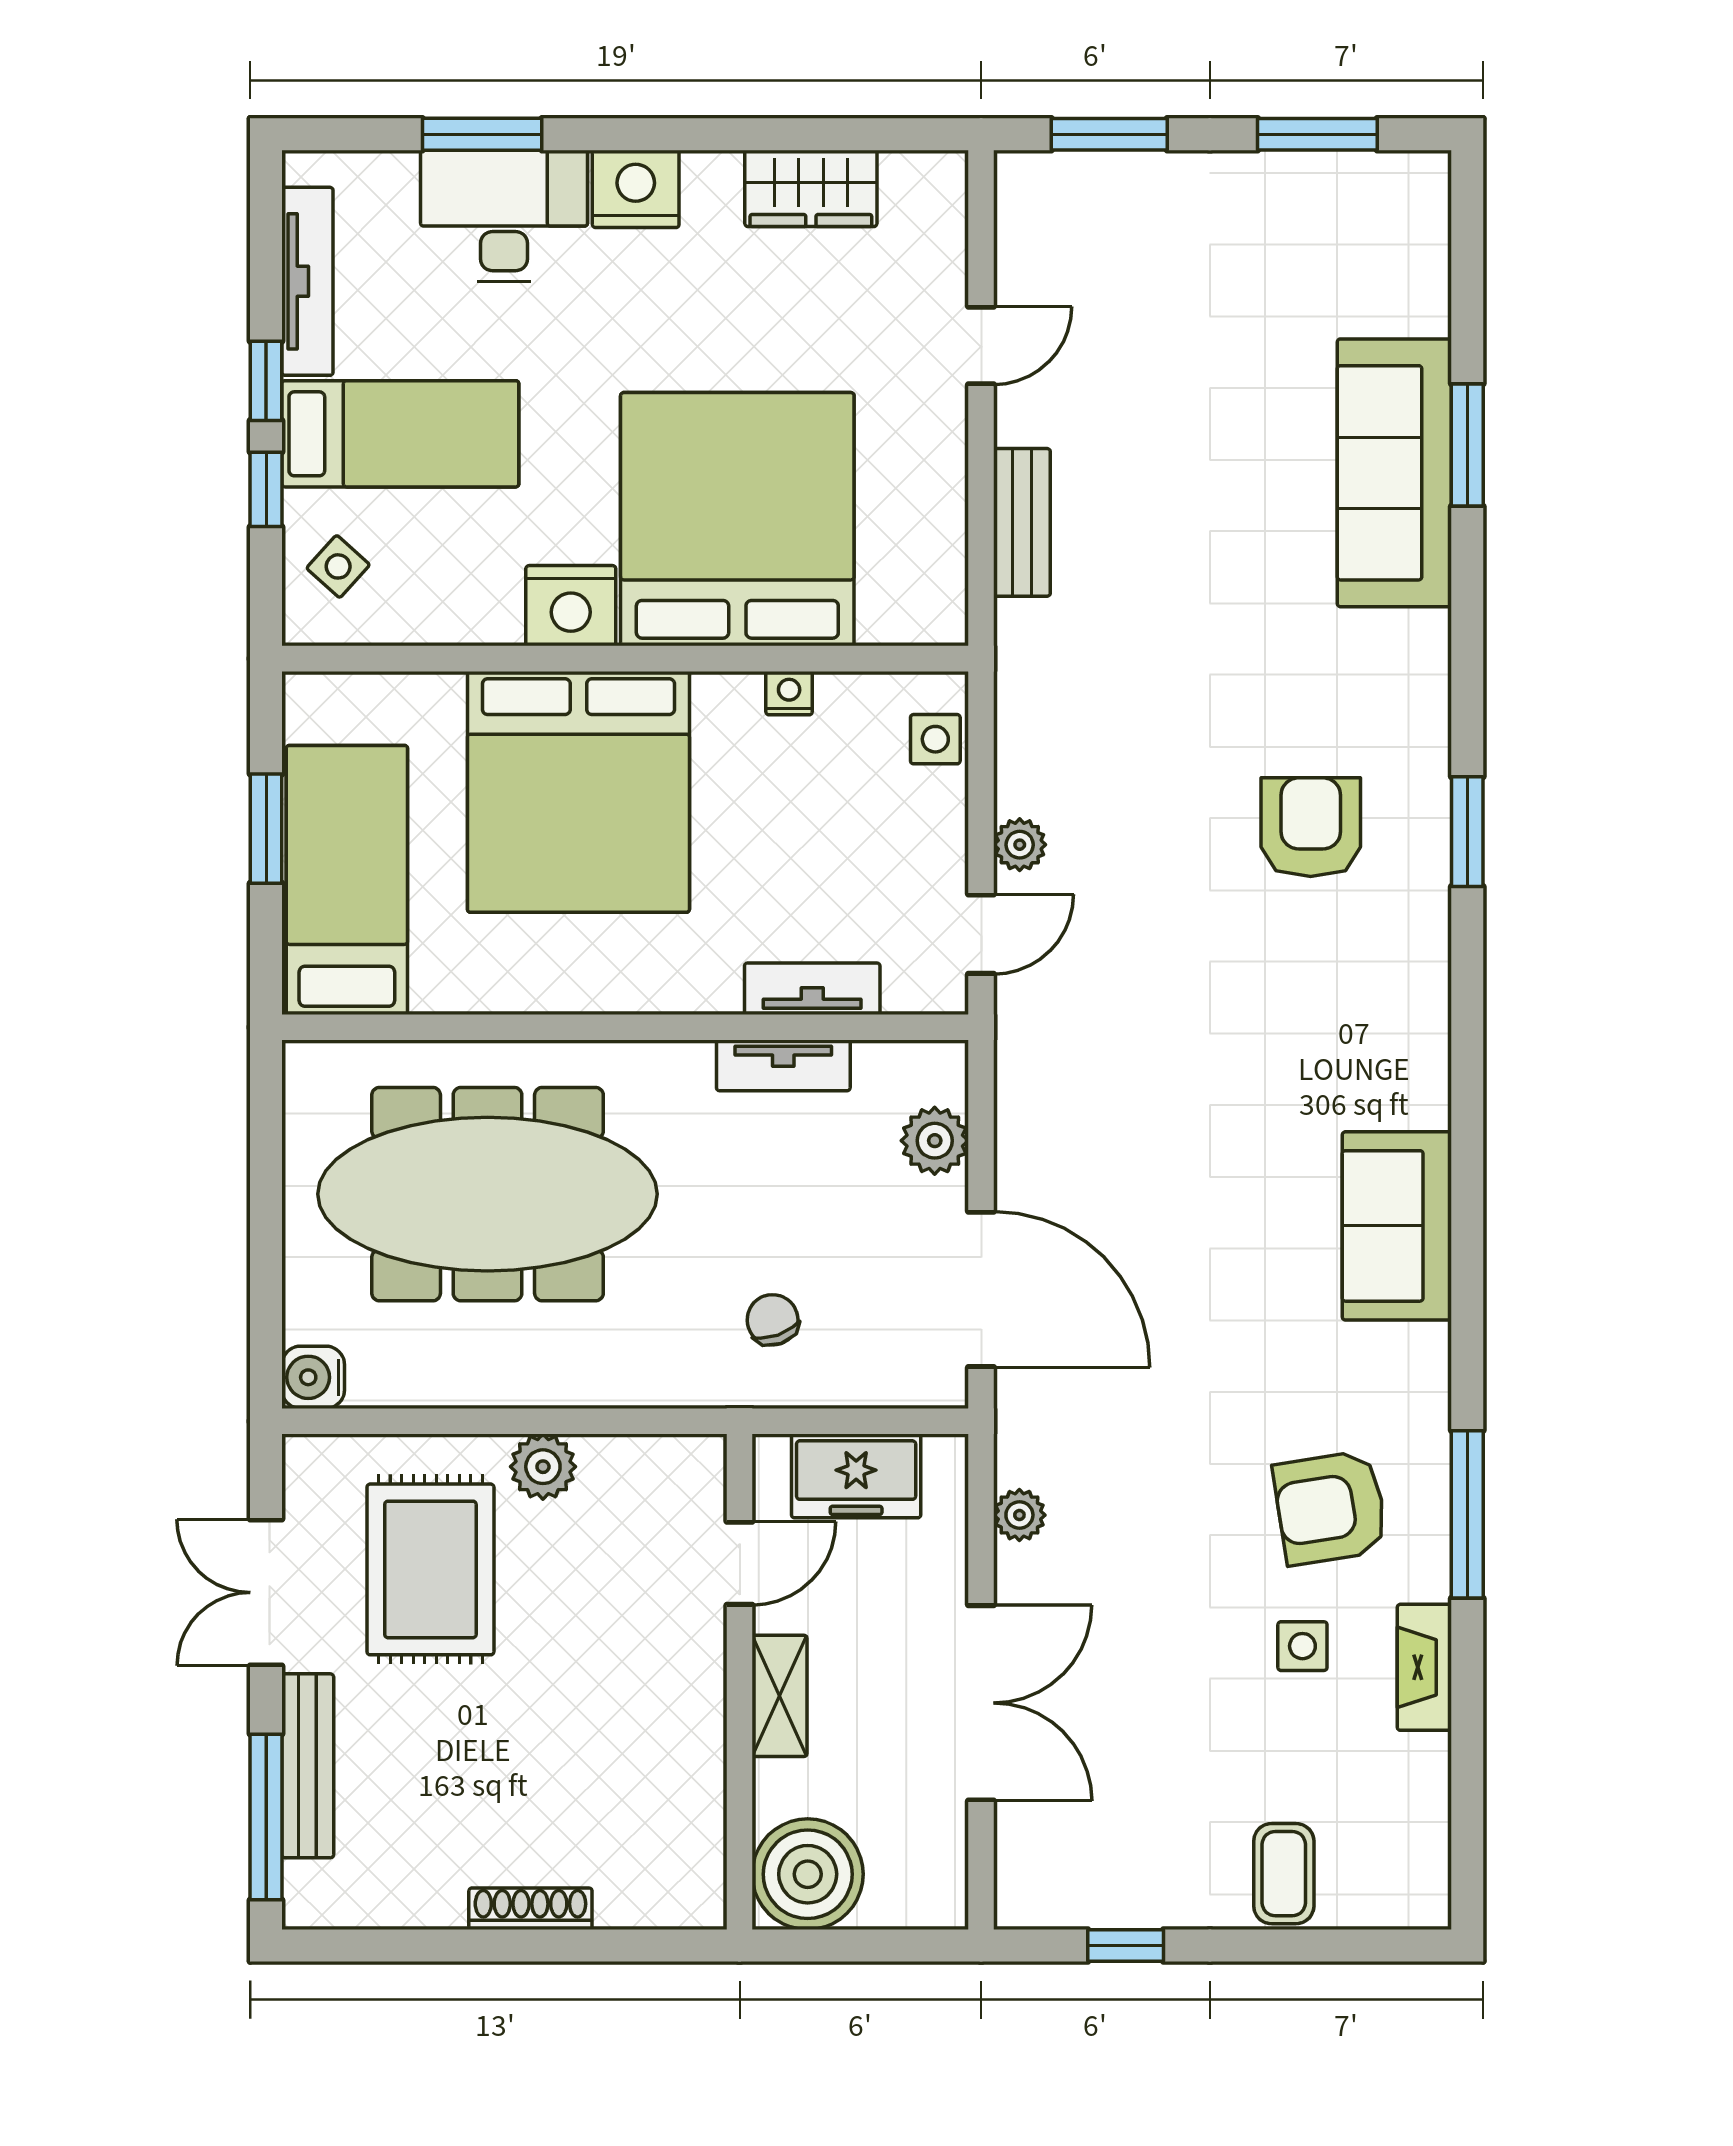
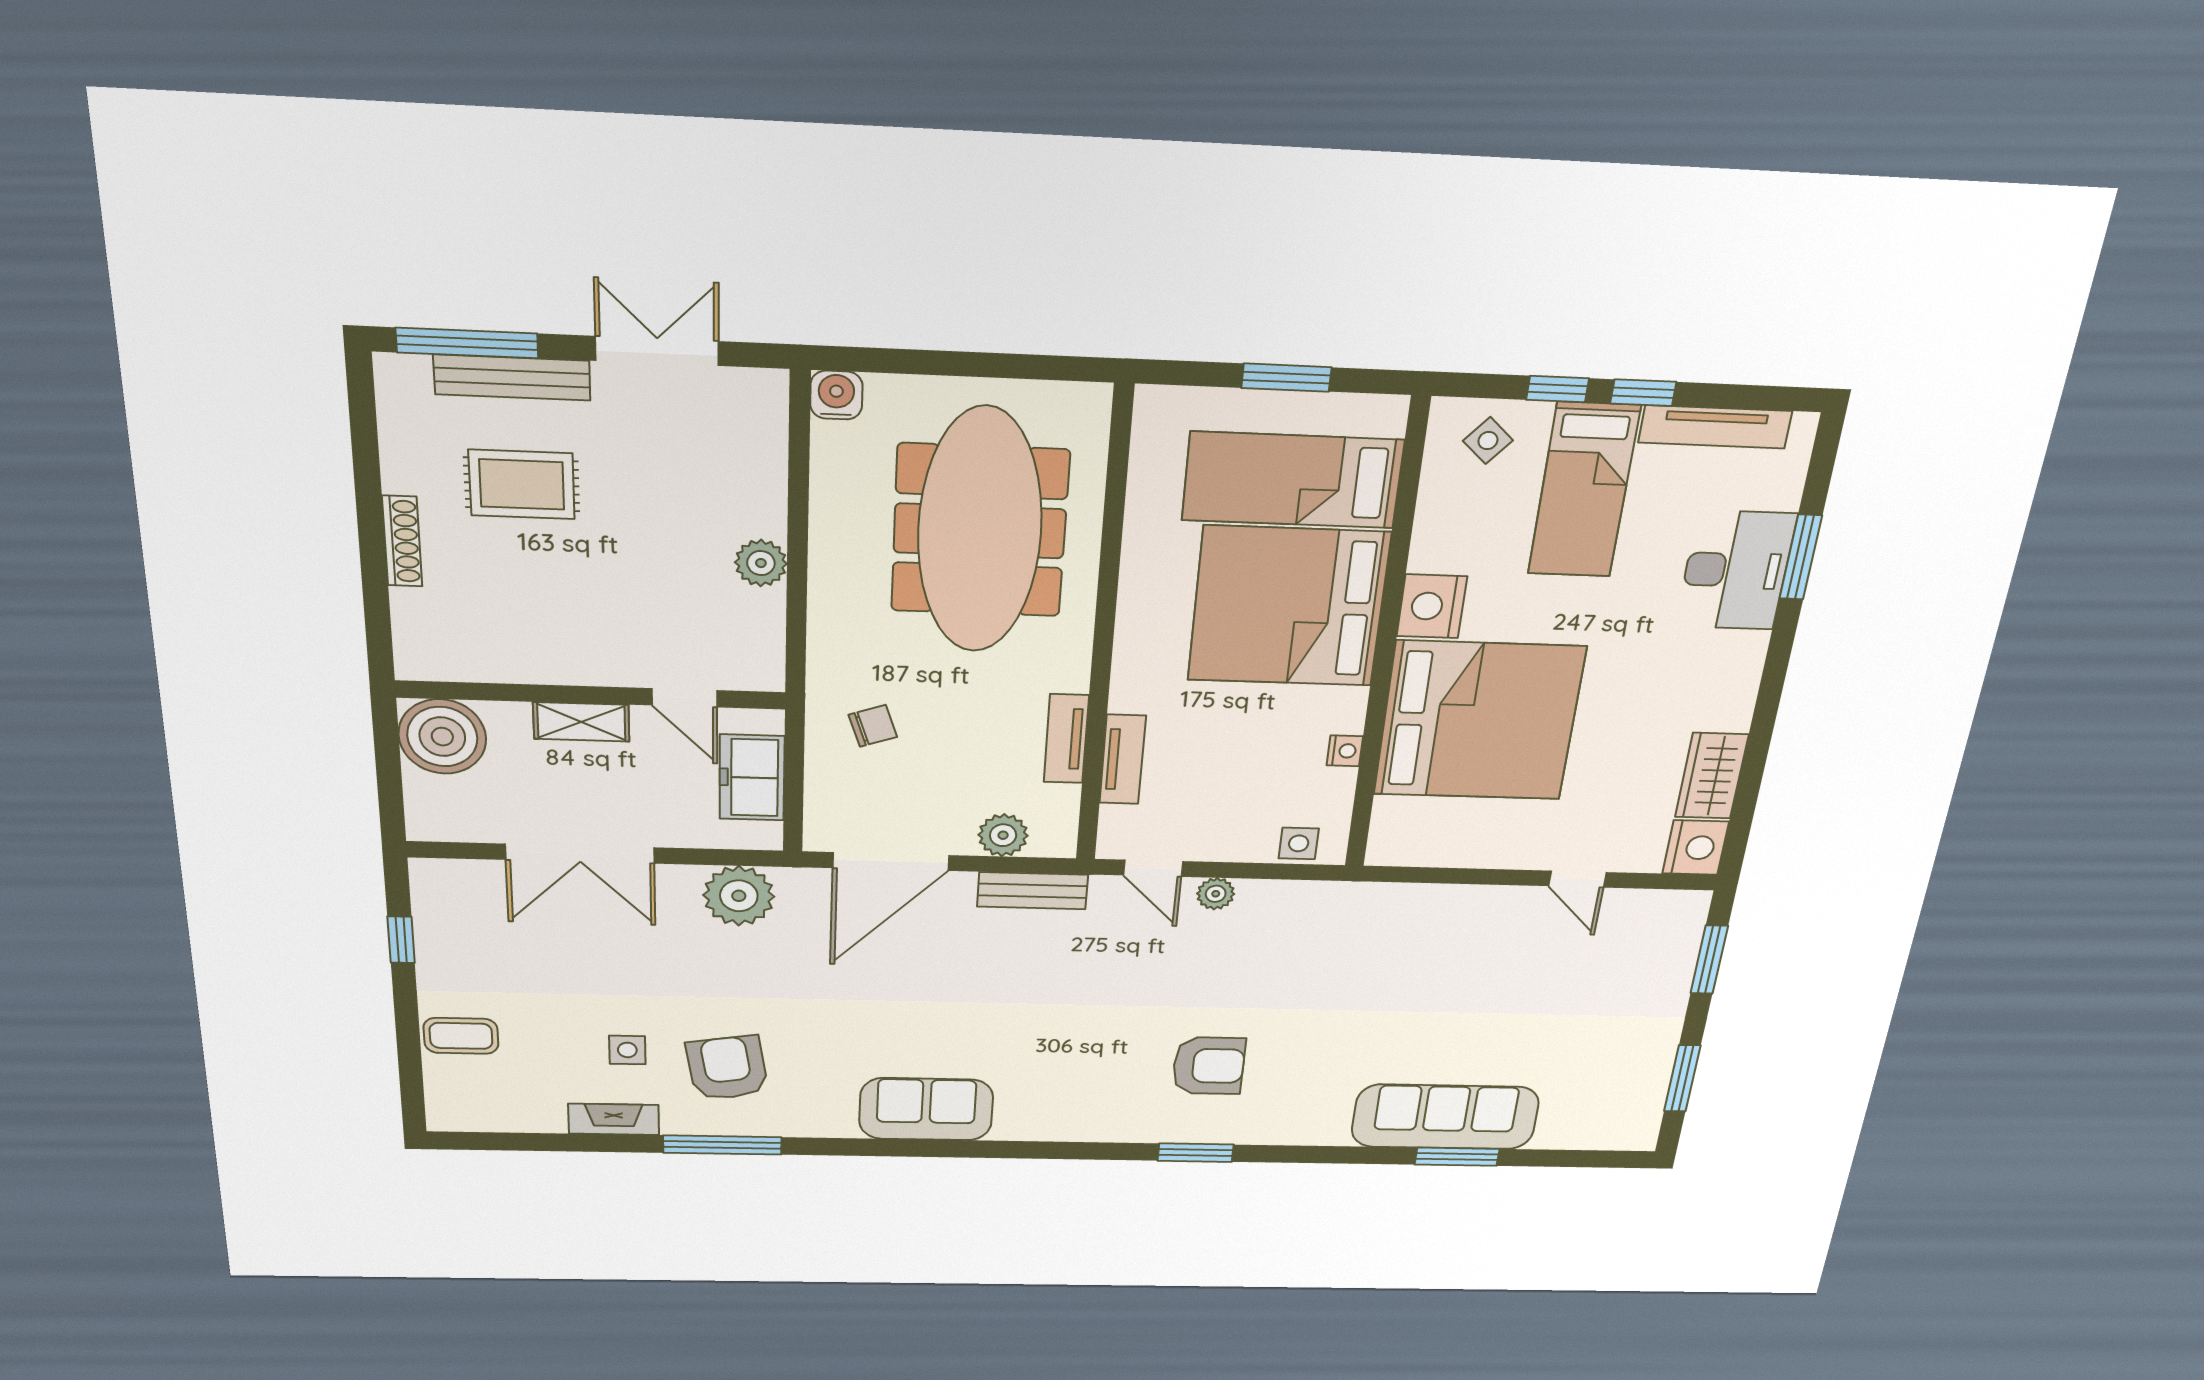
nightstand: (636, 189) -> (1696, 848), moved
bench: (1022, 522) -> (1033, 891), moved
bed: (347, 880) -> (1293, 480), moved, turned 180
plant: (1019, 1515) -> (739, 896), width x1.87, depth x1.87
rug: (430, 1569) -> (522, 484), moved, width x0.73, depth x0.70

